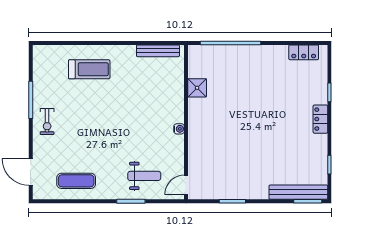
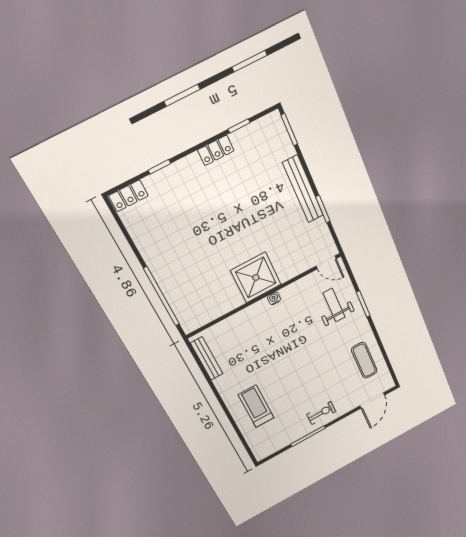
locker: (304, 52) -> (128, 196), moved, turned 90
shower: (197, 88) -> (256, 277), moved, width x1.86, depth x1.86
locker: (320, 119) -> (216, 150), moved
bench: (298, 192) -> (303, 189), moved

